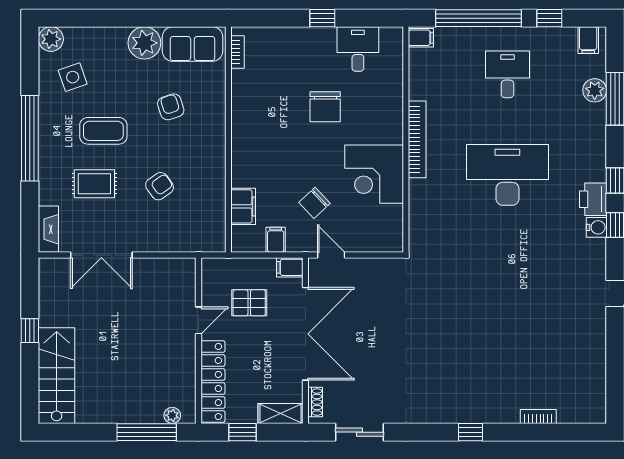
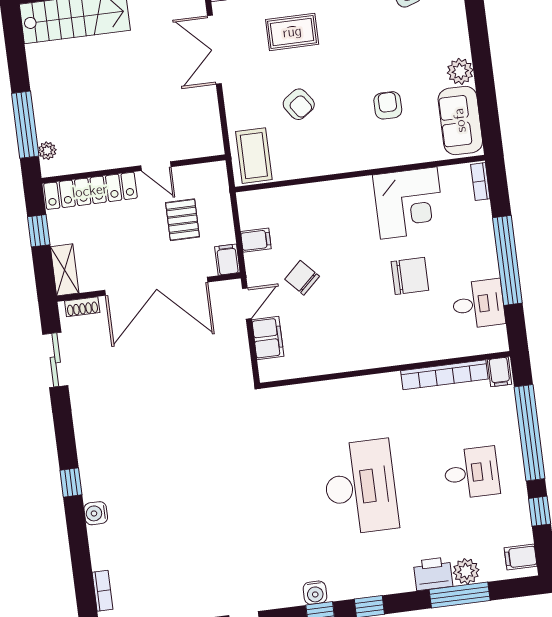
window: (322, 18) -> (507, 260), width x3.17
plant: (144, 43) -> (460, 71), width x0.73, depth x0.73
bookcase: (238, 52) -> (480, 182), moved, turned 90
armchair: (171, 107) -> (388, 105), turned -72
chair: (325, 107) -> (410, 276), turned 180
coffee table: (103, 131) -> (254, 156), moved
bookcase: (417, 139) -> (444, 375), moved
corner desk: (374, 174) -> (409, 203), moved, turned 180
rug: (94, 184) -> (292, 32), turned 90
printer: (593, 199) -> (433, 574), moved
filing cabinet: (243, 206) -> (268, 338), moved, turned -90
water cooler: (501, 414) -> (96, 513), added
bookcase: (538, 416) -> (102, 591), moved

